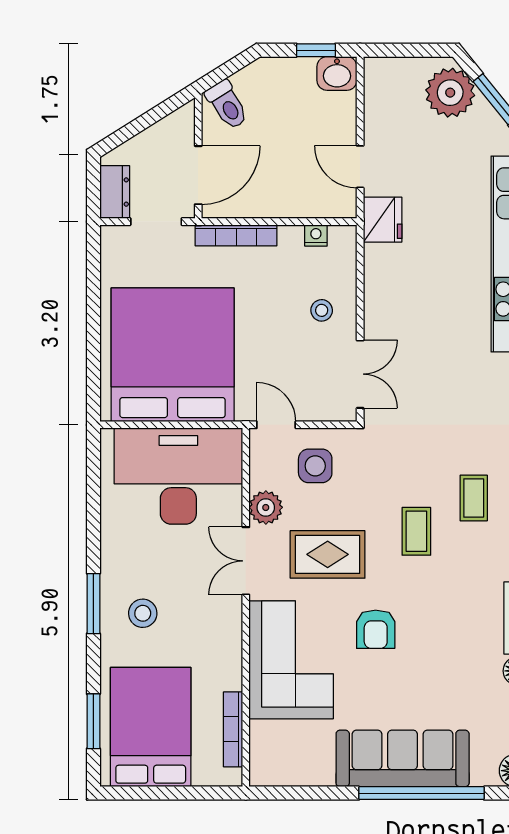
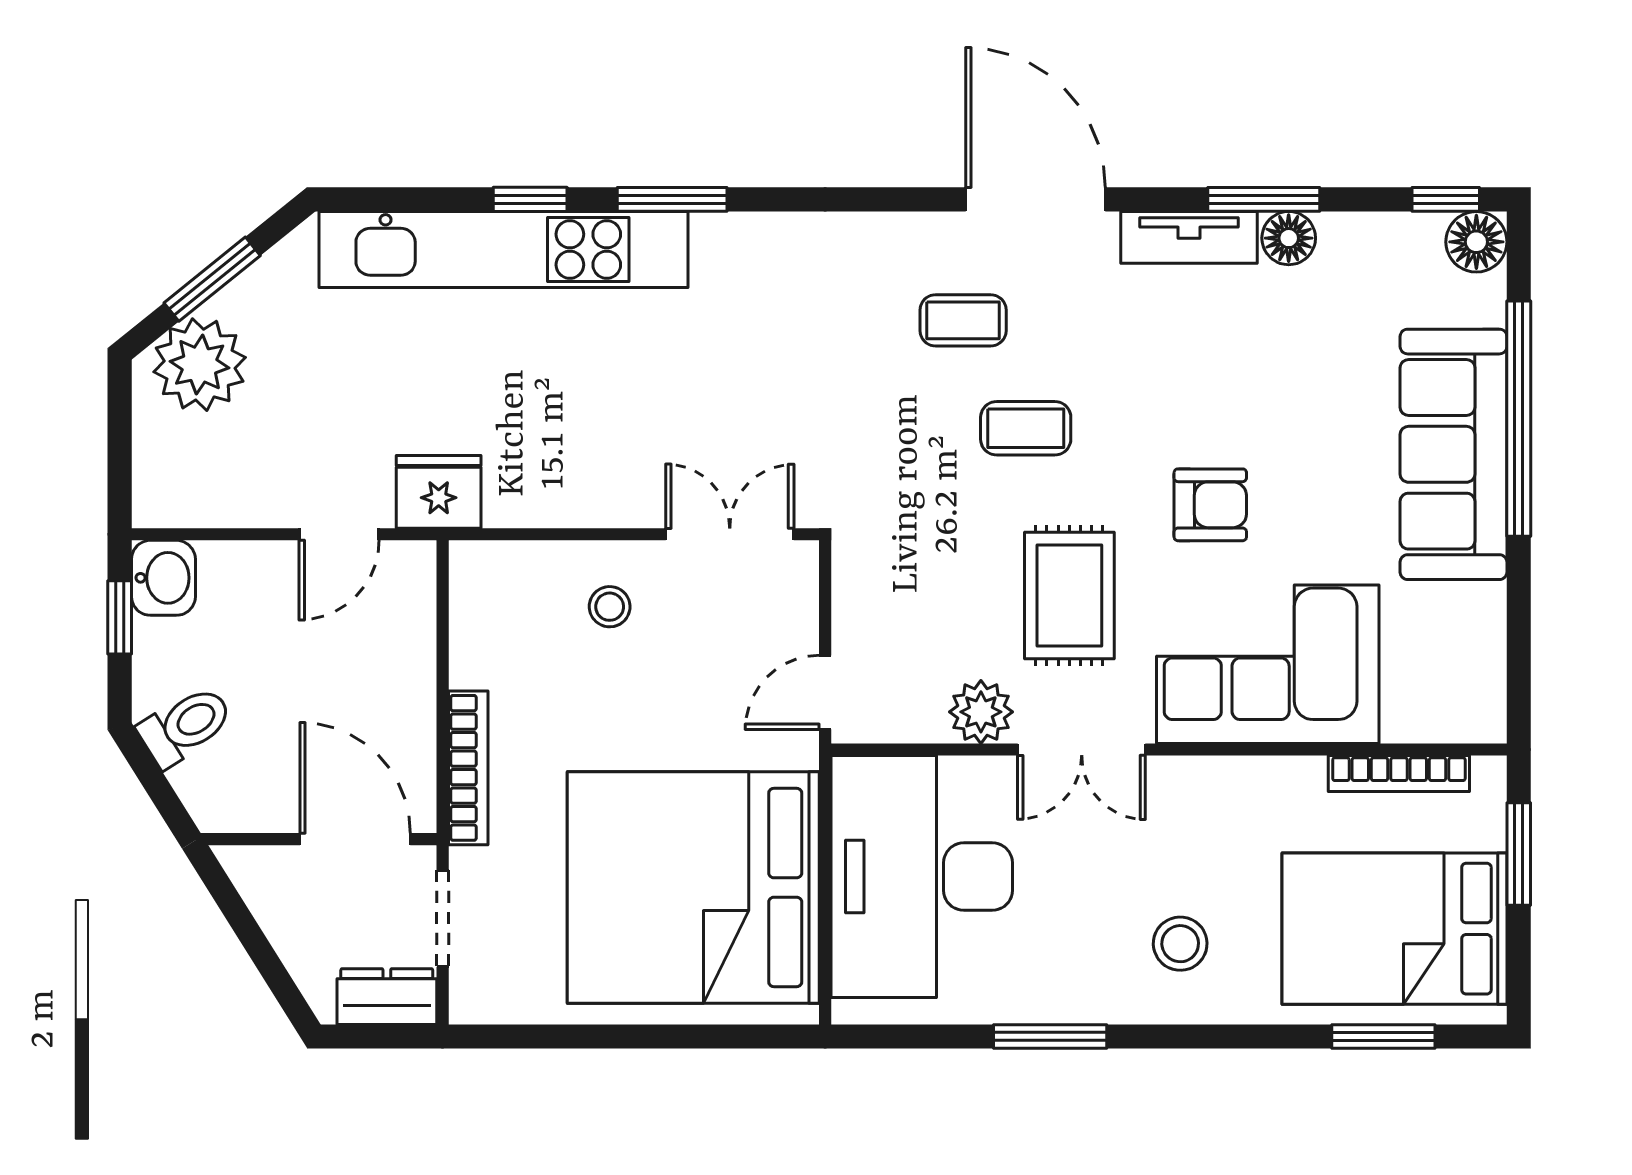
toilet: (227, 105) -> (186, 726), moved
nightstand: (316, 235) -> (469, 618), removed
side table: (315, 466) -> (902, 619), removed
window: (93, 604) -> (1050, 1036), moved
window: (190, 793) -> (1519, 854), added

